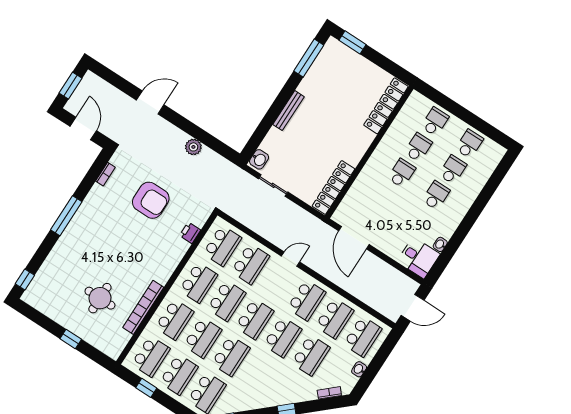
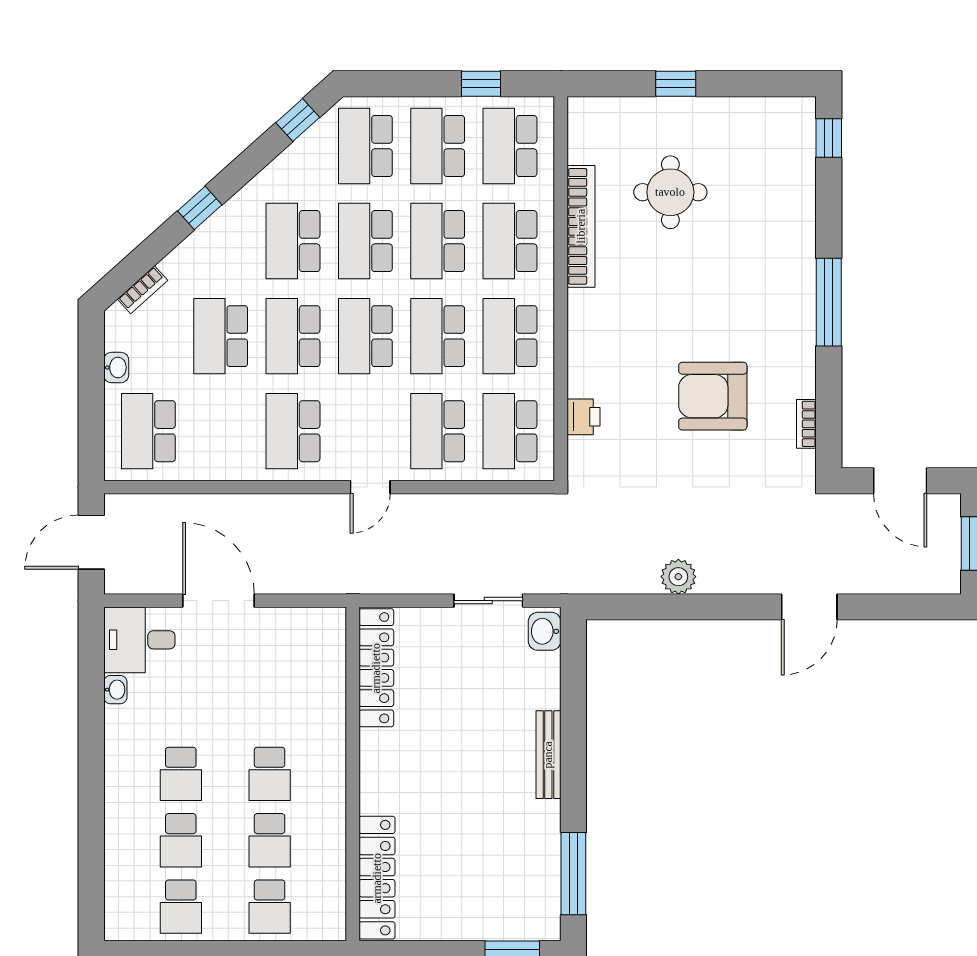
armchair: (151, 200) -> (713, 396), moved
door: (354, 238) -> (219, 601), moved
school desk: (335, 318) -> (293, 241), moved

